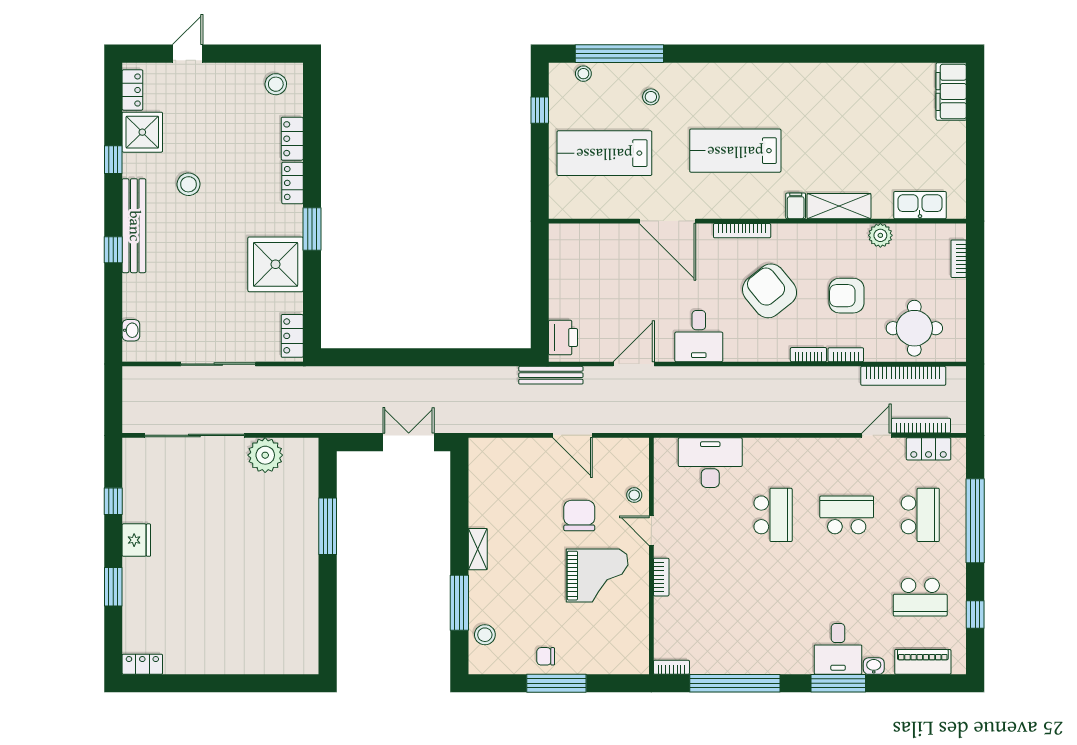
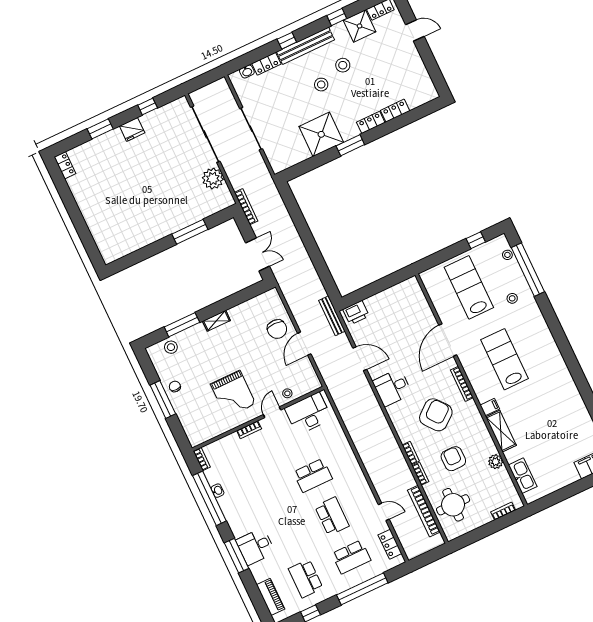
stool: (276, 84) -> (321, 85), moved
locker: (292, 336) -> (266, 64), moved, turned 180
bookcase: (921, 426) -> (246, 207), moved
desk: (710, 463) -> (308, 414), moved, turned -90
chair: (579, 516) -> (277, 329), moved, turned 90
washbasin: (874, 666) -> (218, 491), moved

